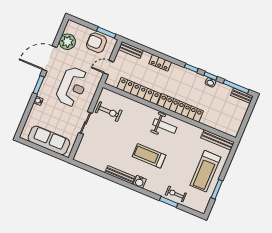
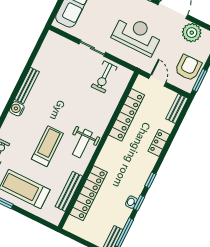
reception desk: (72, 87) -> (137, 35), turned 180
locker: (180, 108) -> (88, 193), moved
bench: (218, 140) -> (69, 191), moved
treadmill: (149, 156) -> (47, 146), moved

